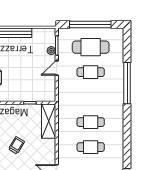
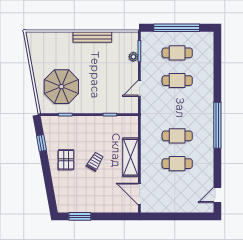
cafe table: (91, 47) -> (177, 53), width x0.73, depth x0.74
door: (57, 68) -> (139, 88), moved
window: (127, 83) -> (217, 125), moved
shelving: (49, 121) -> (131, 157), moved

